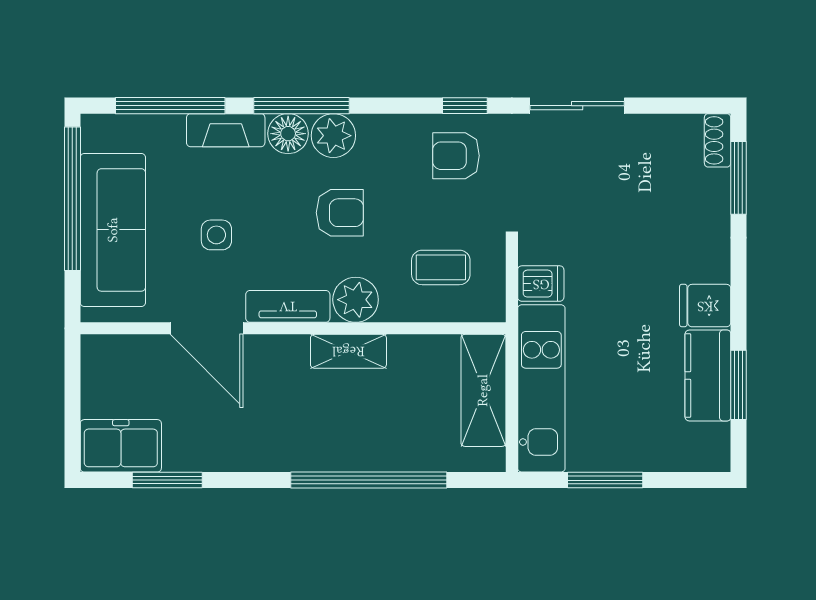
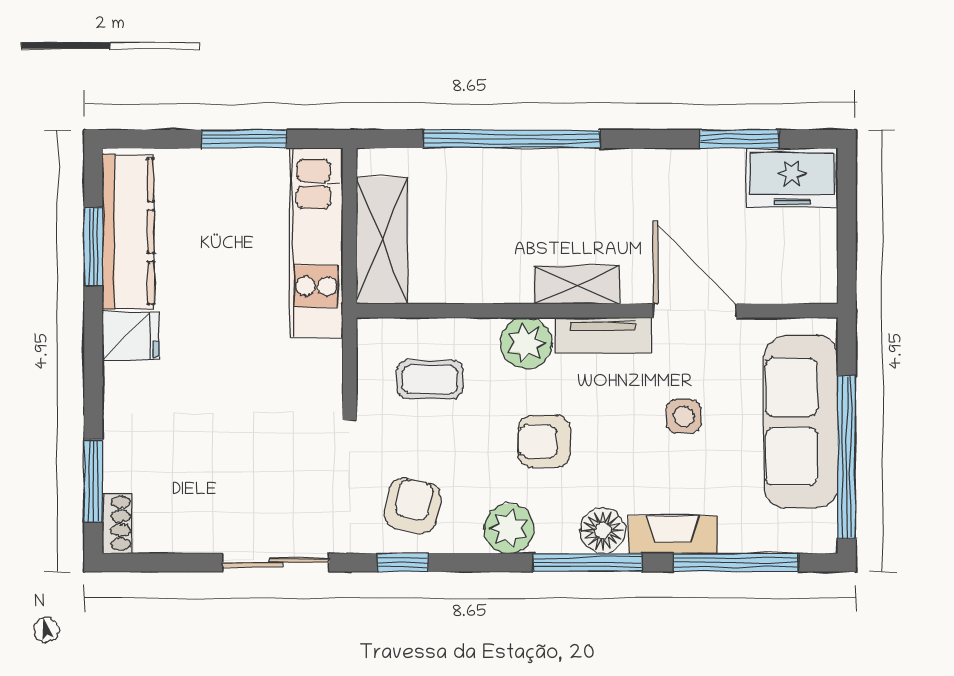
plant: (333, 136) -> (509, 529), moved
armchair: (456, 156) -> (413, 506), turned -78
dishwasher: (541, 284) -> (317, 361), removed
shelving: (348, 351) -> (577, 285), moved
kitchen counter: (708, 376) -> (128, 231), width x1.50

